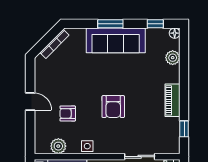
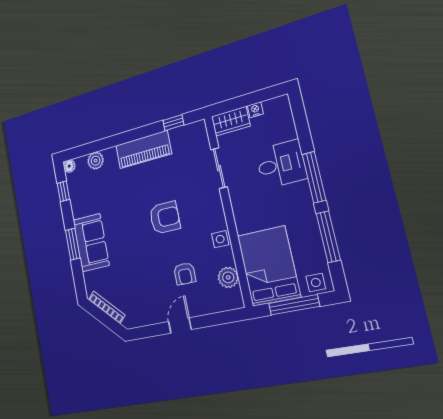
sofa: (116, 40) -> (91, 243), width x0.73
piano: (173, 100) -> (143, 150), width x1.37, depth x1.33

